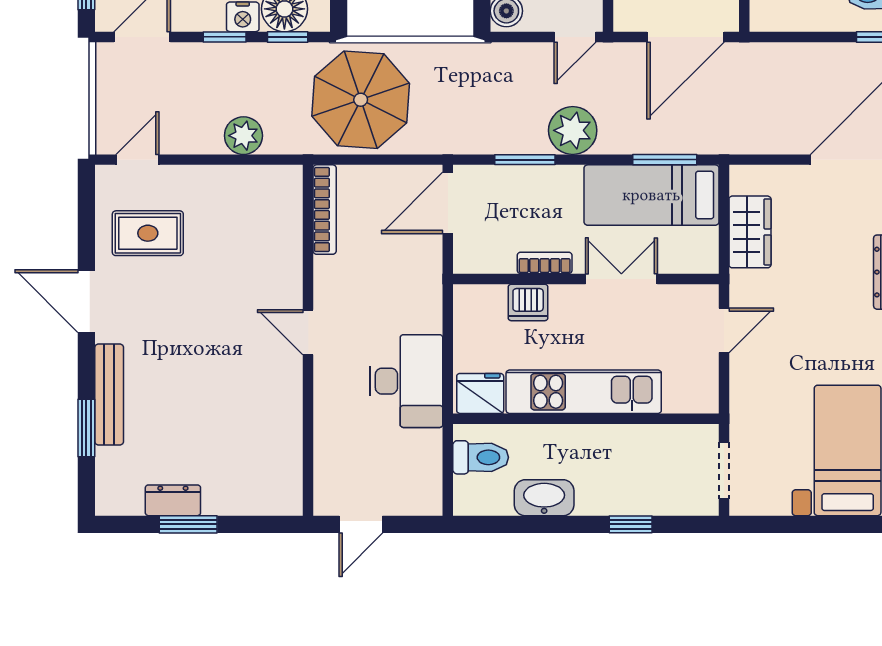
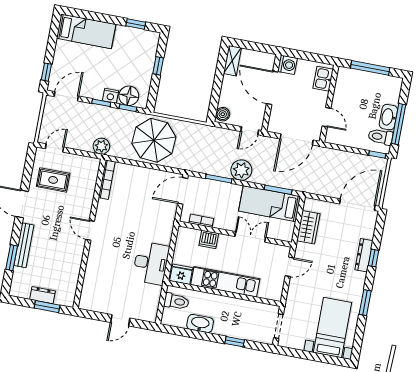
bookcase: (325, 210) -> (107, 180), moved
bookcase: (545, 263) -> (201, 221), moved
door: (308, 332) -> (90, 230), moved
wall: (308, 340) -> (89, 234), moved

